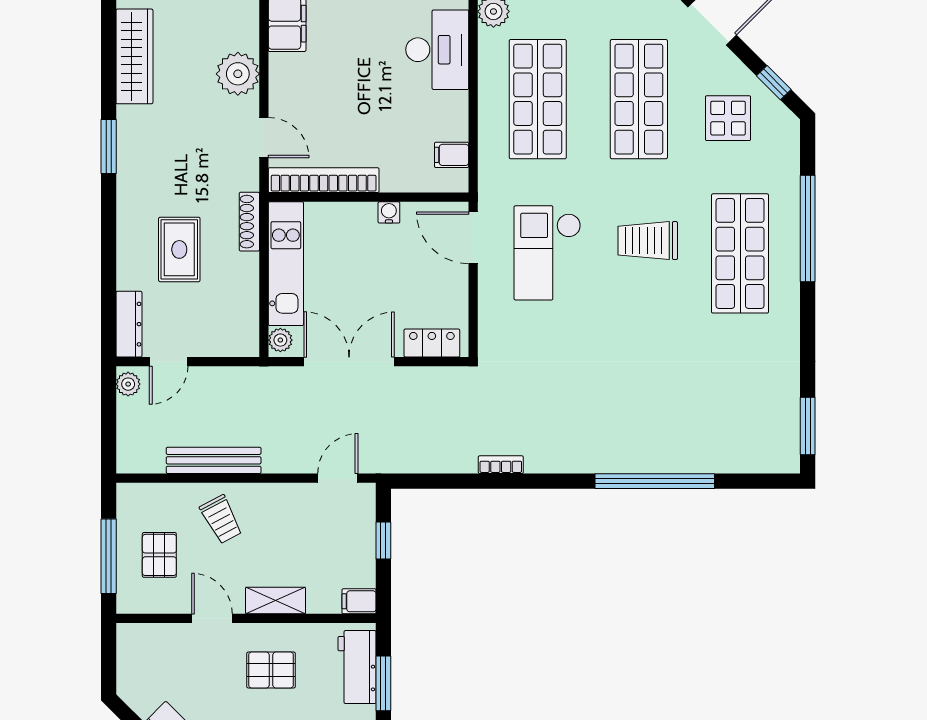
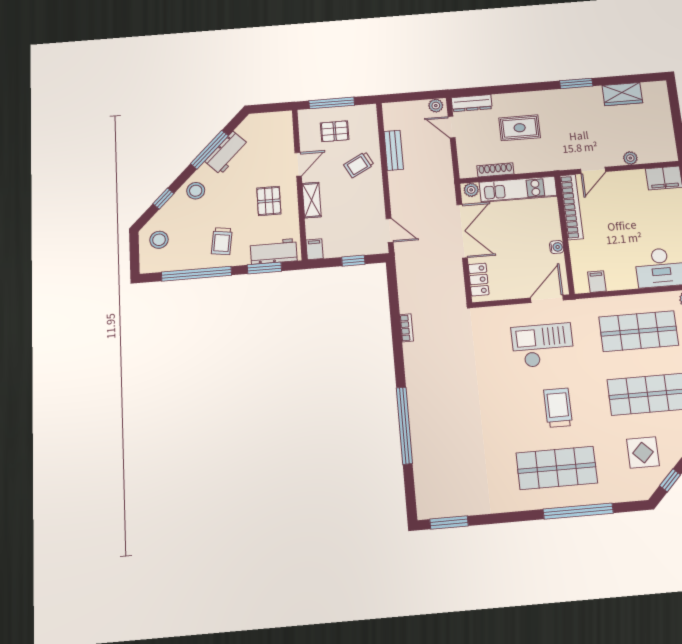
wardrobe: (134, 56) -> (622, 94), width x0.67
plant: (238, 74) -> (630, 158), width x0.53, depth x0.53
shoe rack: (249, 222) -> (495, 170), moved
bench: (214, 460) -> (394, 150), width x0.73

